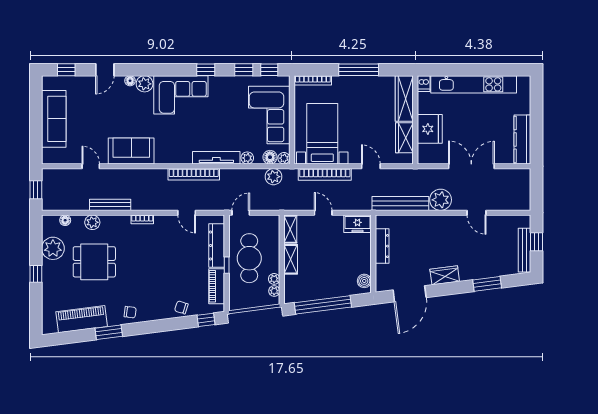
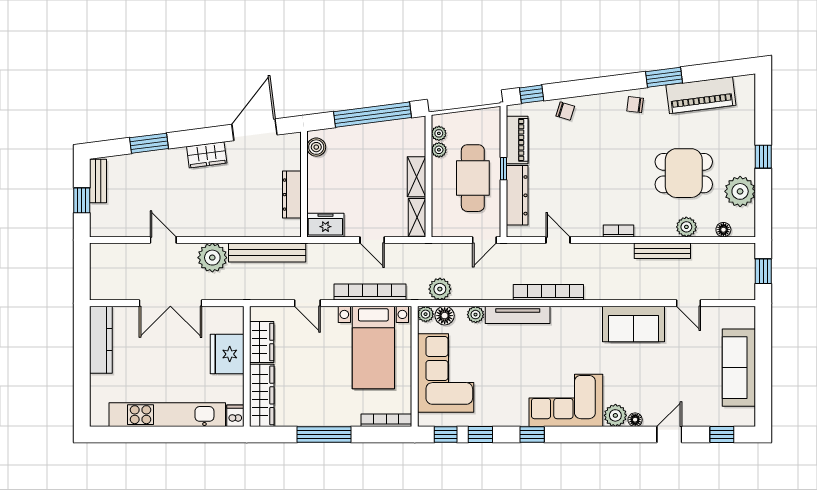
bench: (525, 250) -> (98, 181), width x0.73

